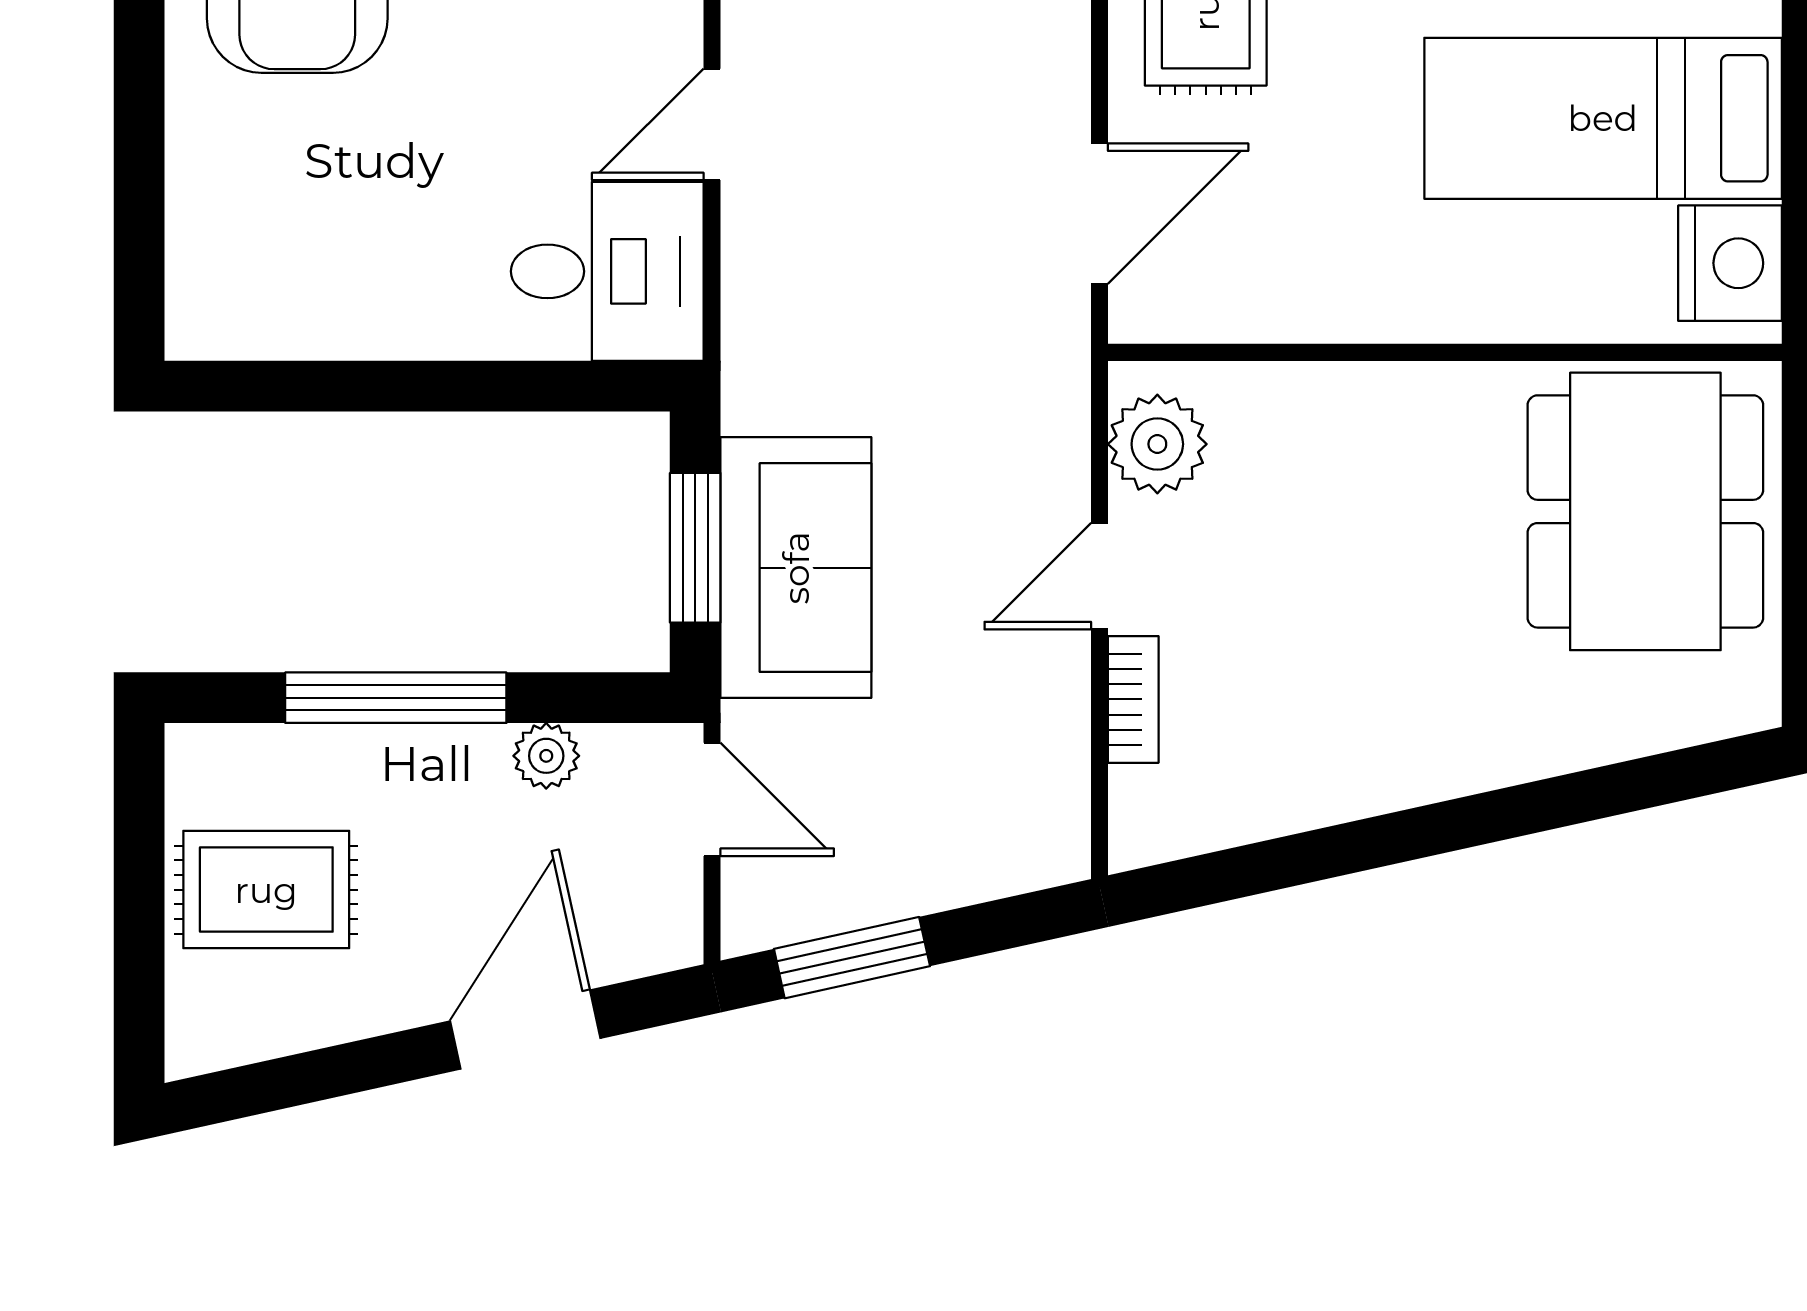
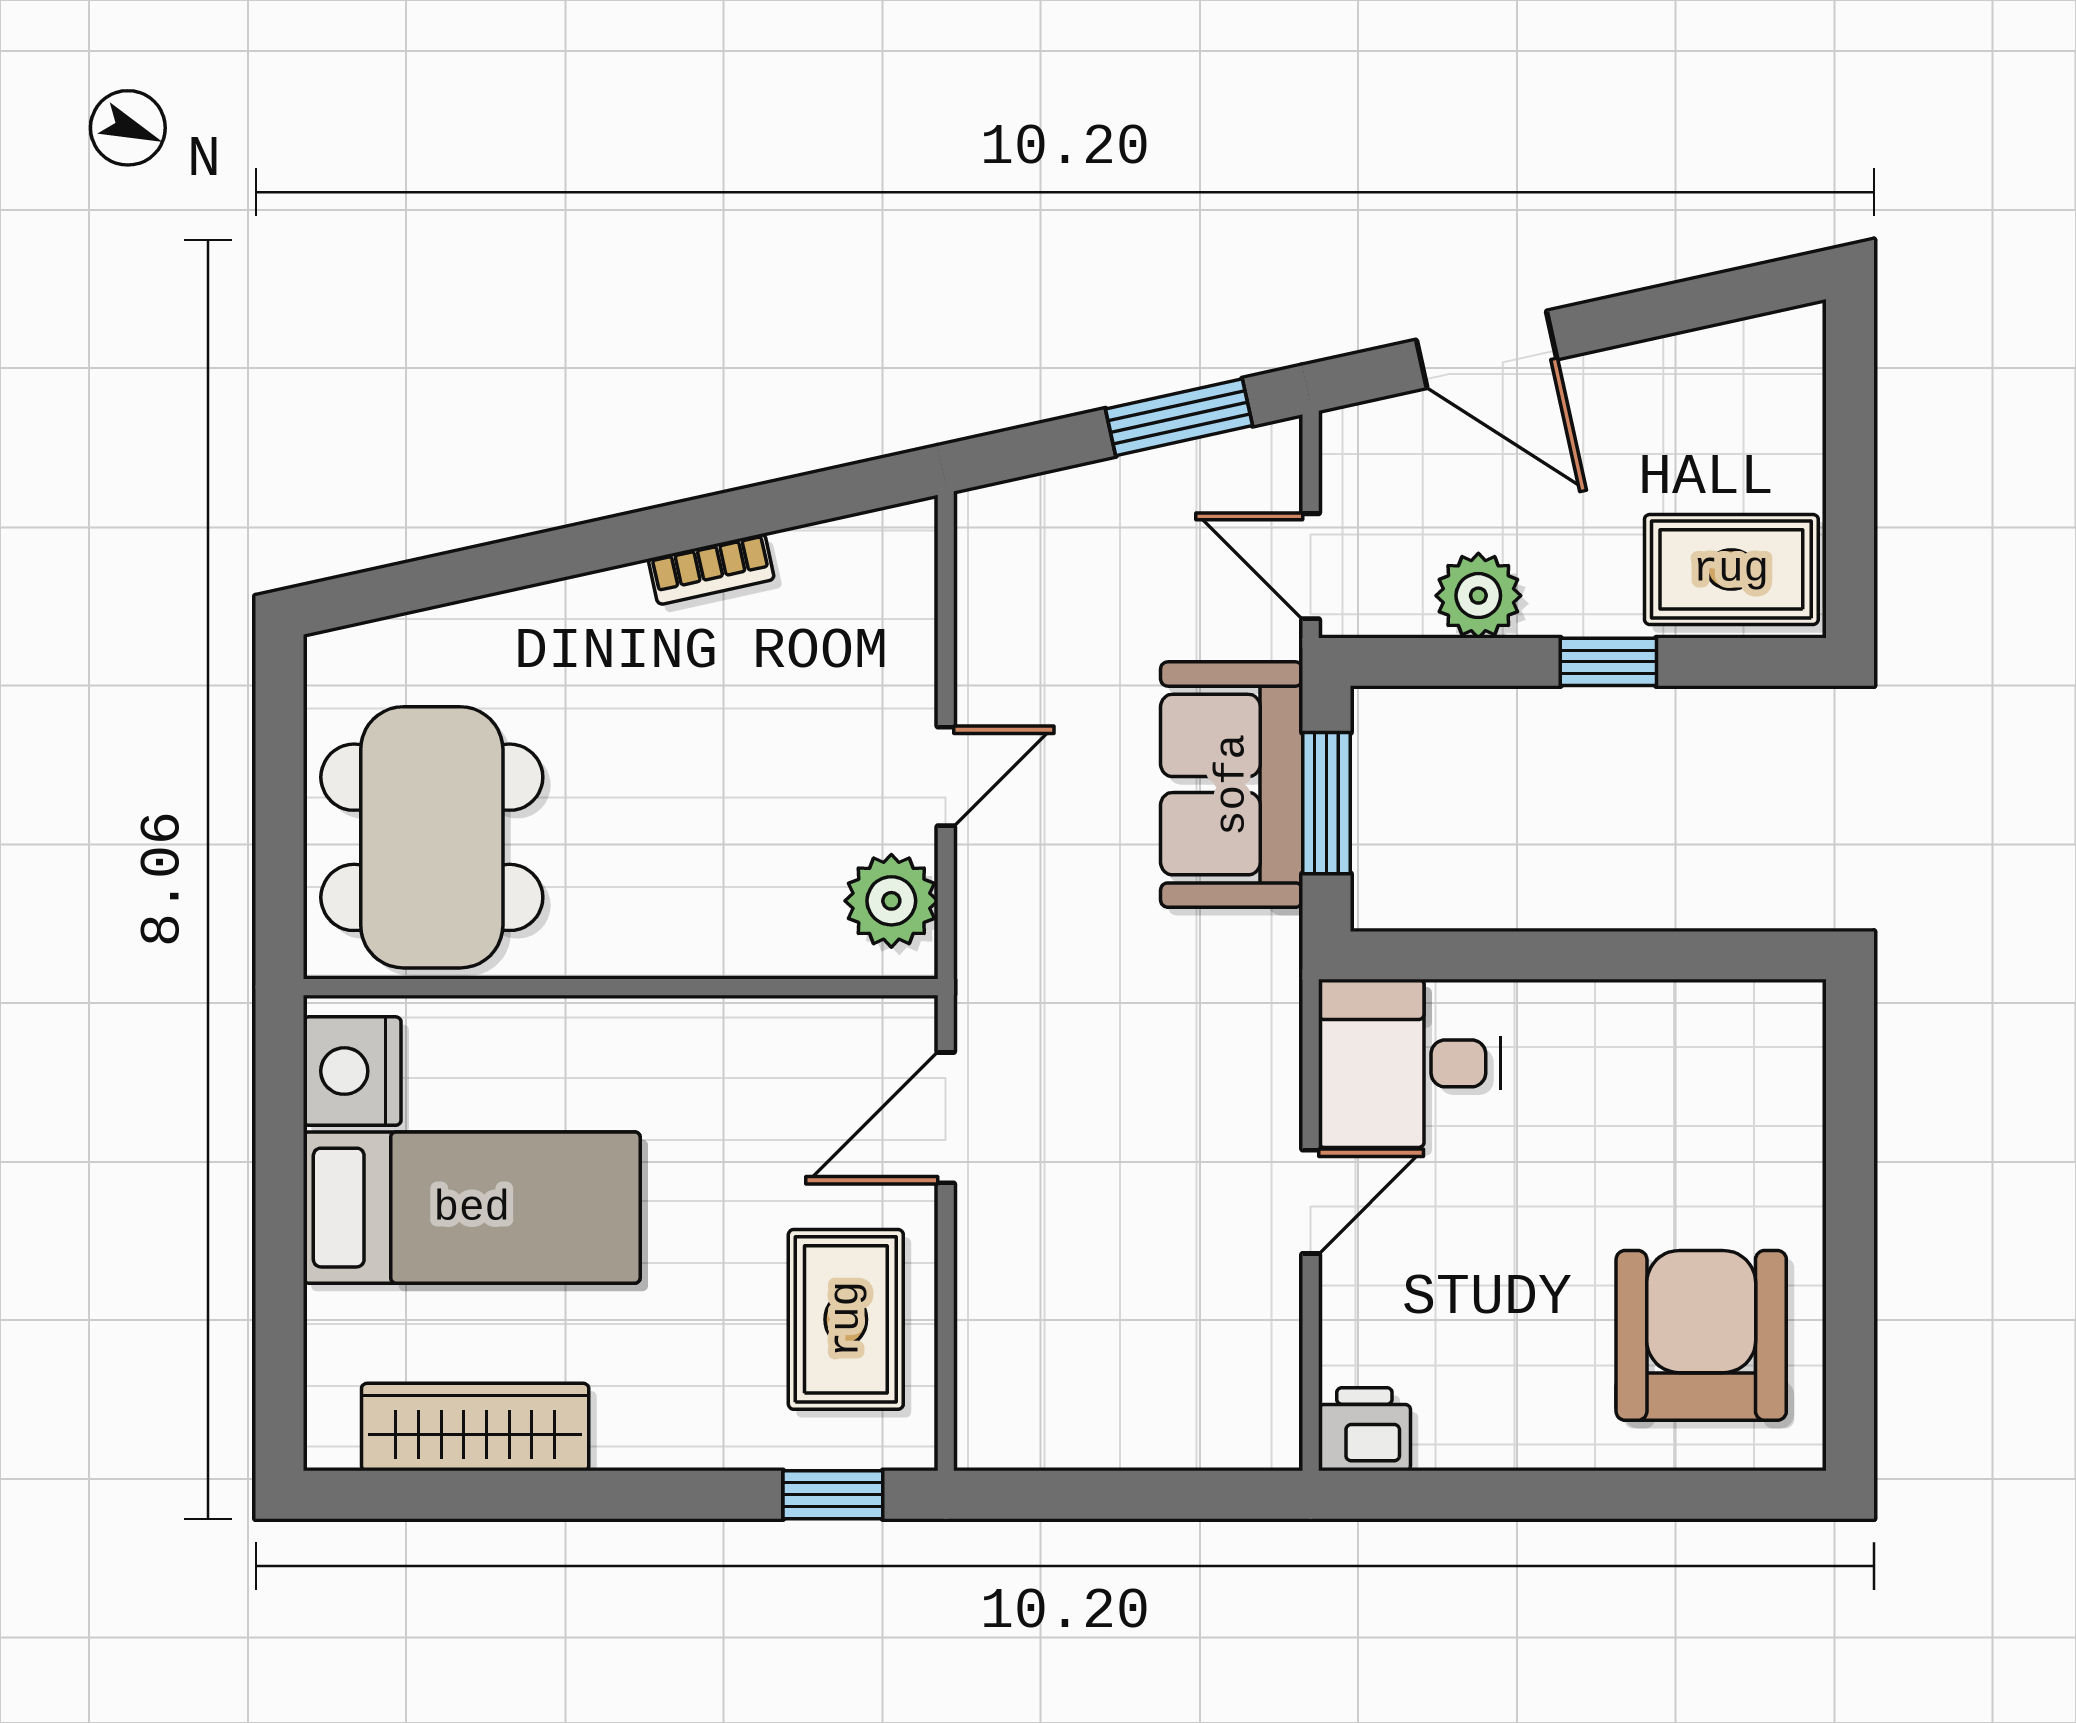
window: (396, 698) -> (1608, 662), width x0.46
bookcase: (1133, 699) -> (711, 569), moved, turned -102
plant: (546, 756) -> (1478, 596), width x1.38, depth x1.38
rug: (266, 890) -> (1731, 569), moved
door: (525, 1030) -> (1487, 349), hinge flipped

